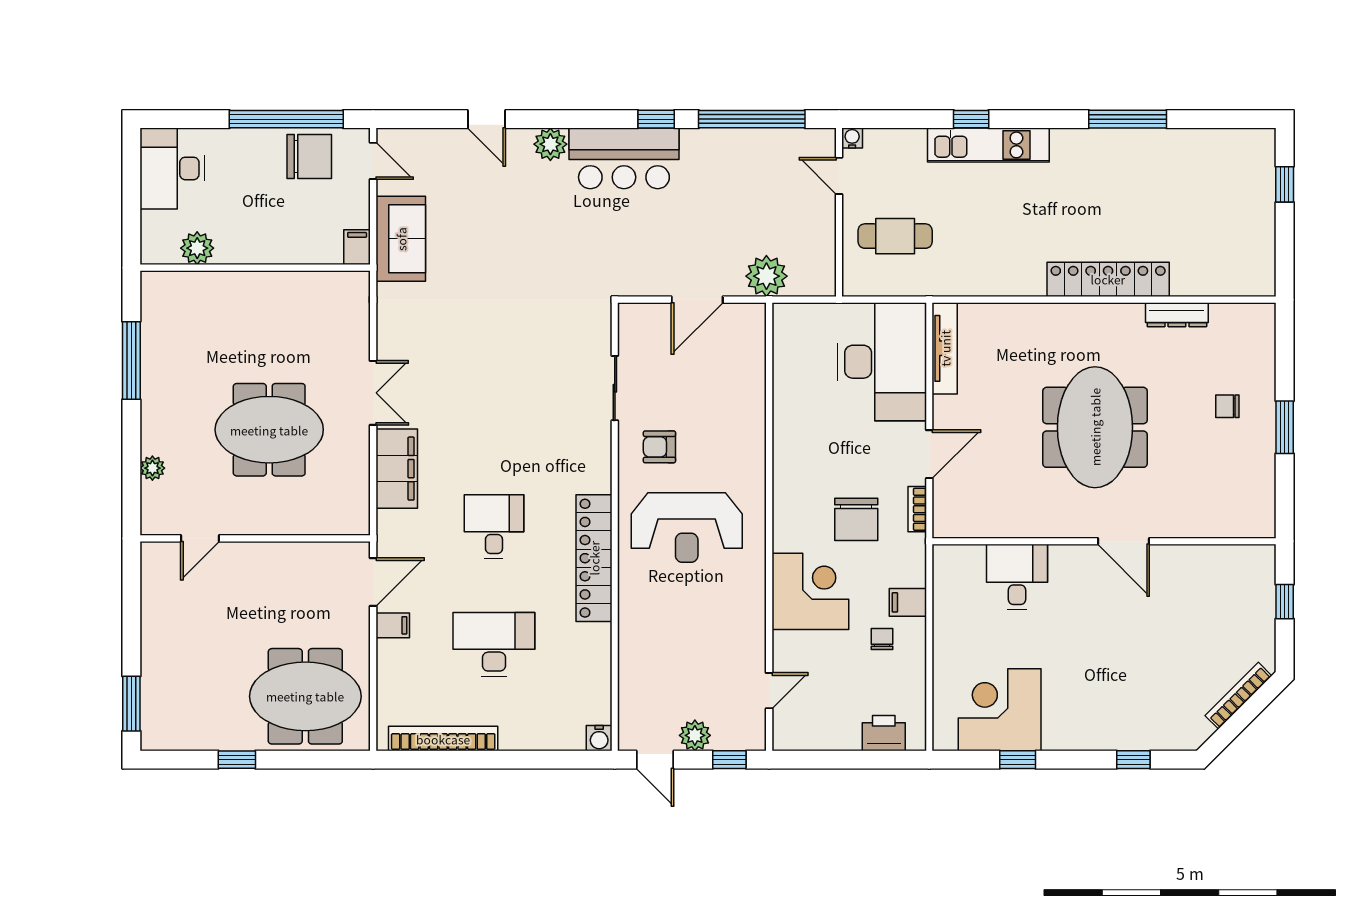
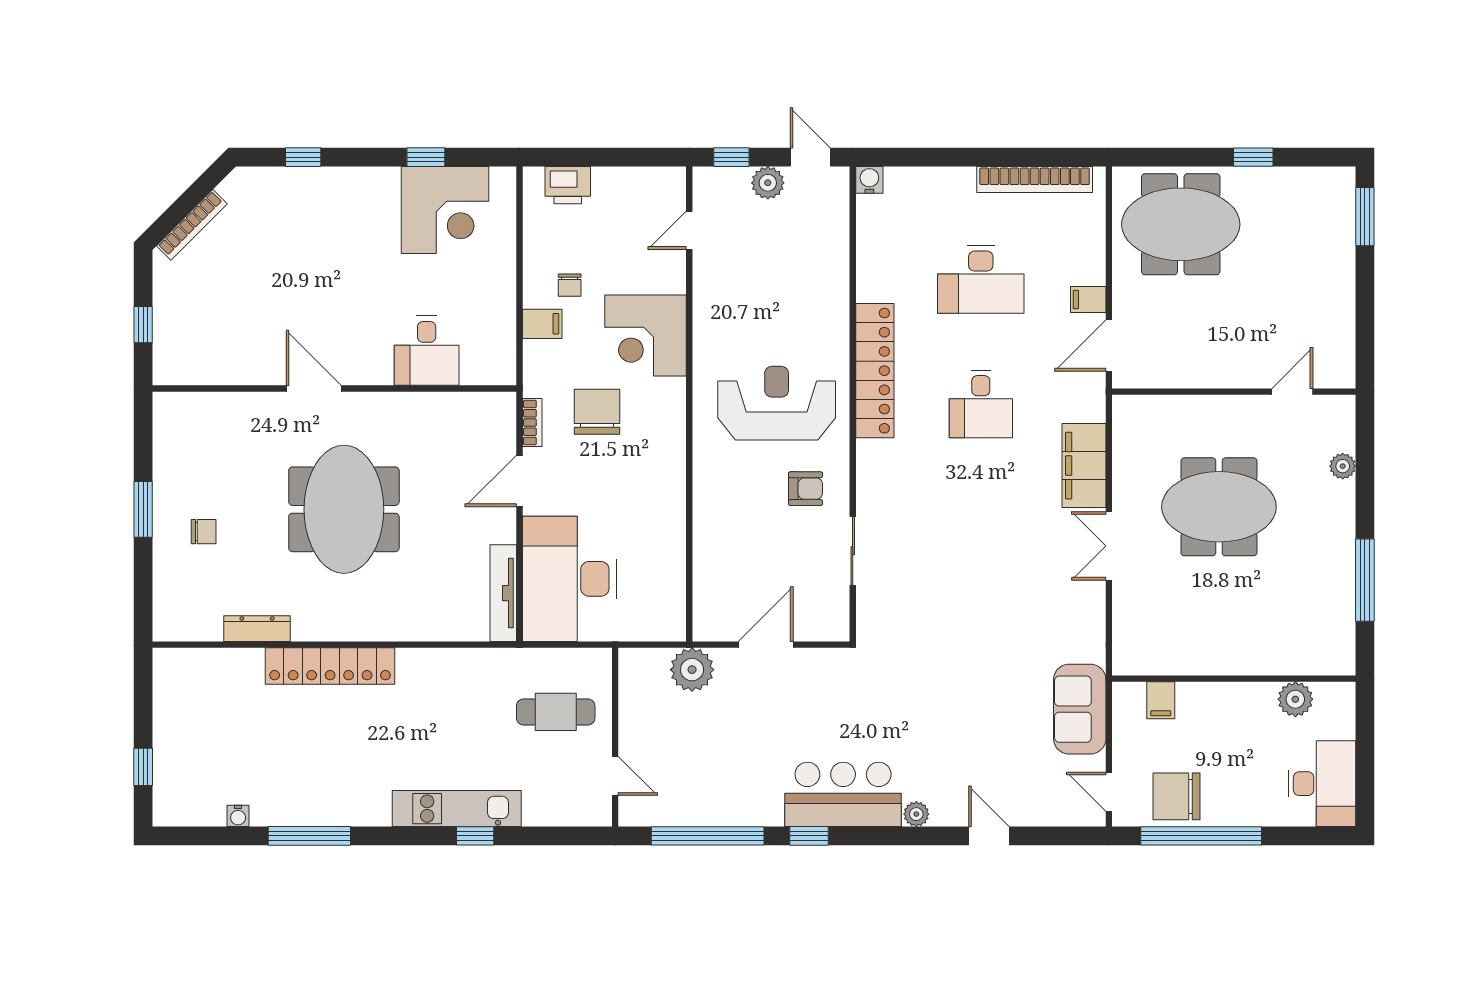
water cooler: (852, 138) -> (238, 816), moved
plant: (550, 144) -> (916, 814), width x0.73, depth x0.73
filing cabinet: (357, 247) -> (1161, 700), moved

